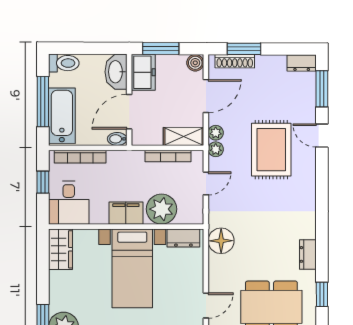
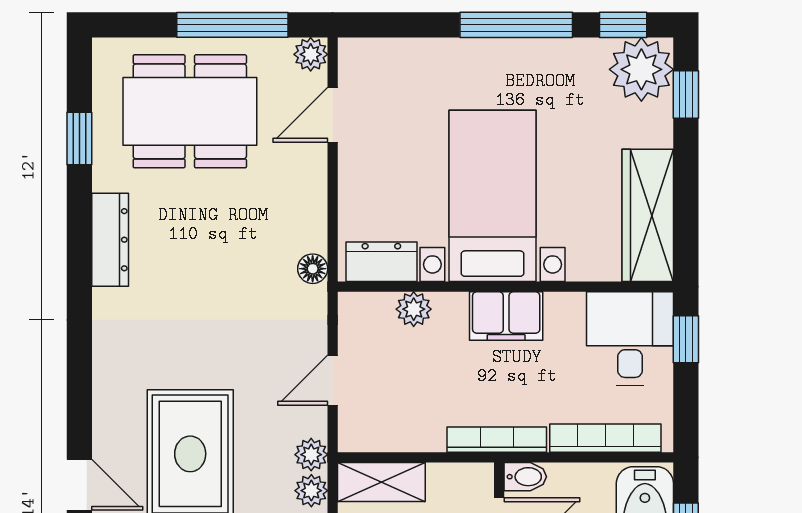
bookcase: (168, 156) -> (497, 440), moved
window: (43, 182) -> (686, 339), moved
plant: (162, 209) -> (414, 309), width x0.53, depth x0.53
floor lamp: (221, 241) -> (313, 269), width x0.53, depth x0.53
wardrobe: (61, 249) -> (648, 215), width x1.50
dresser: (308, 254) -> (110, 240), width x1.44

